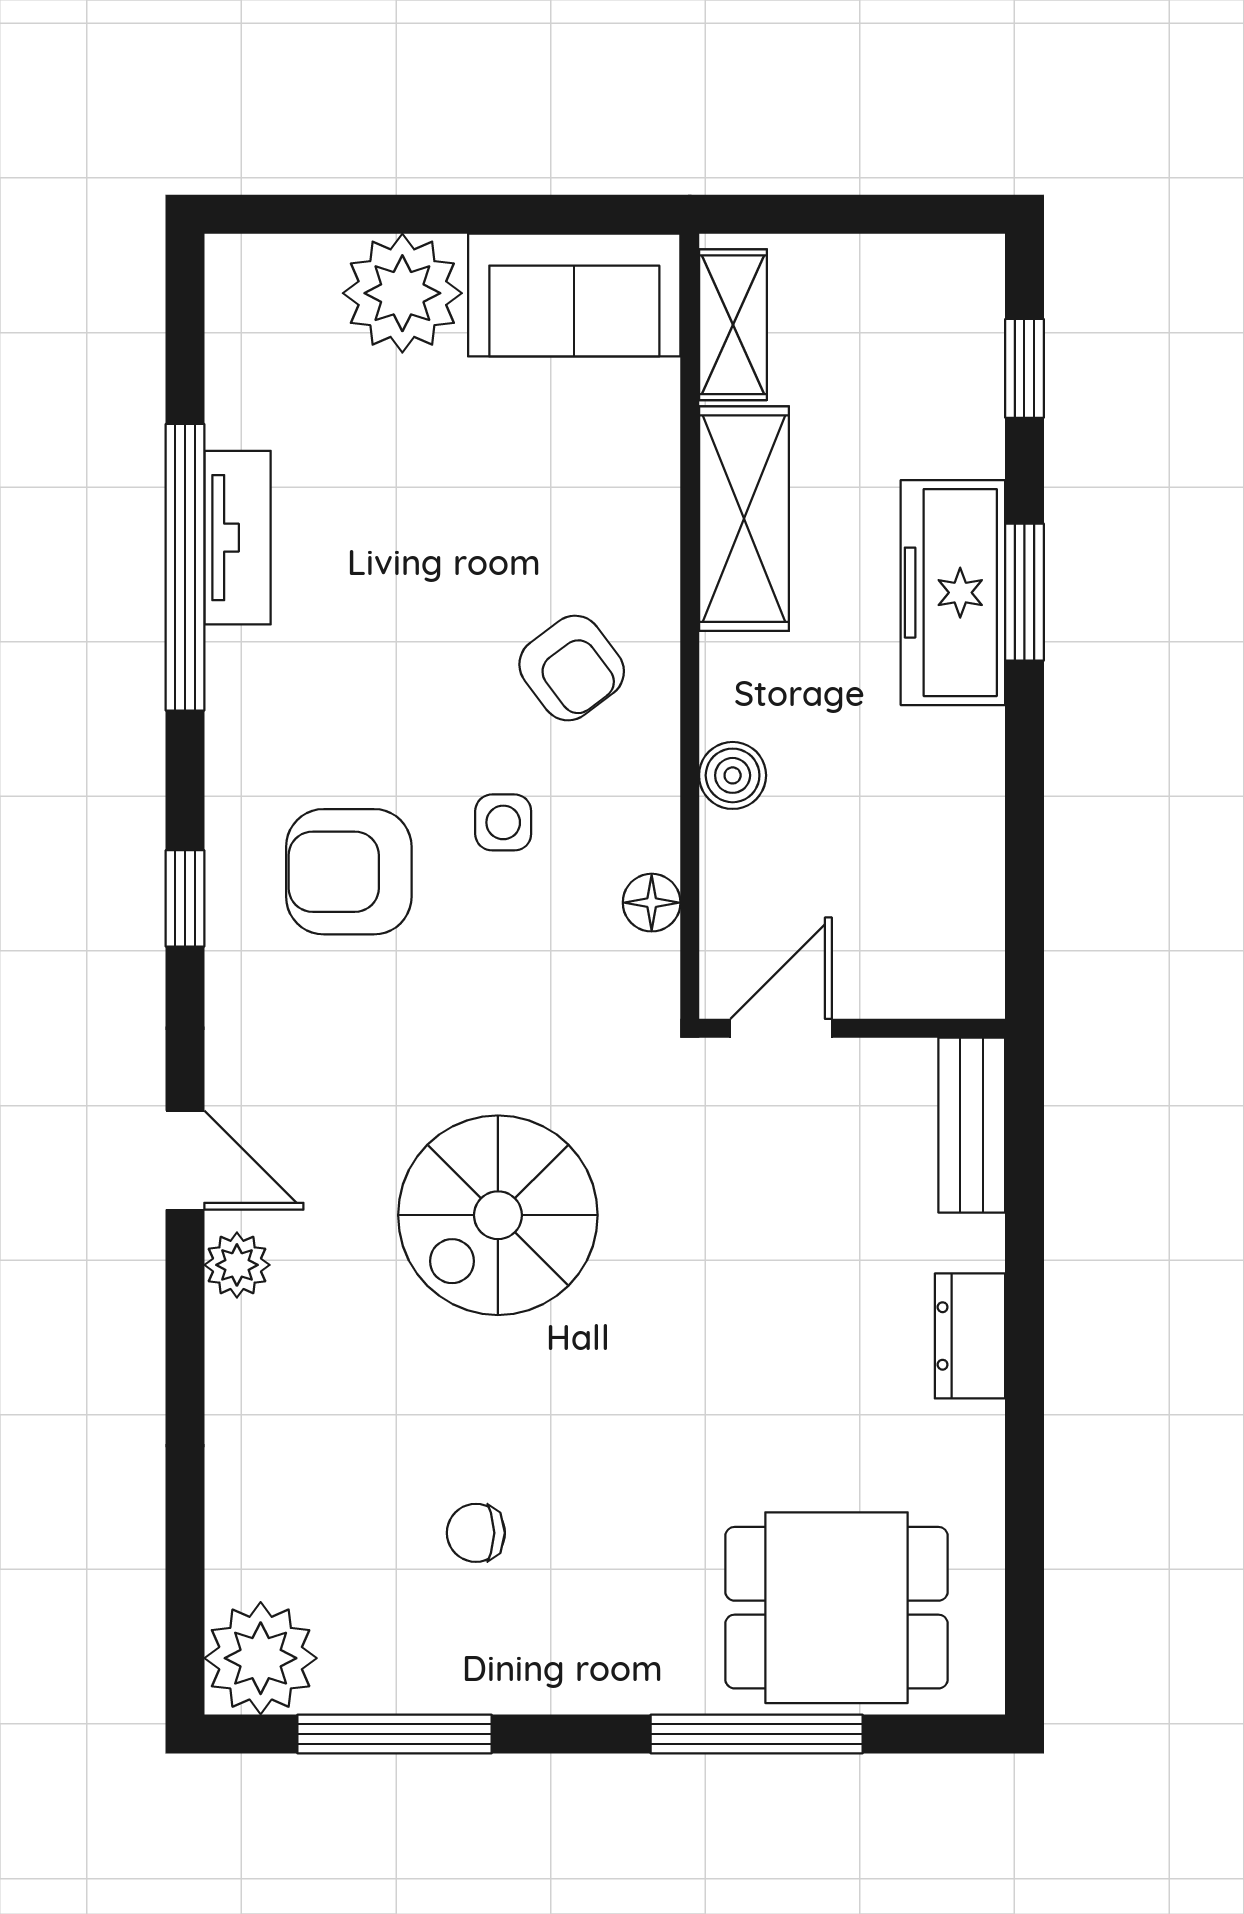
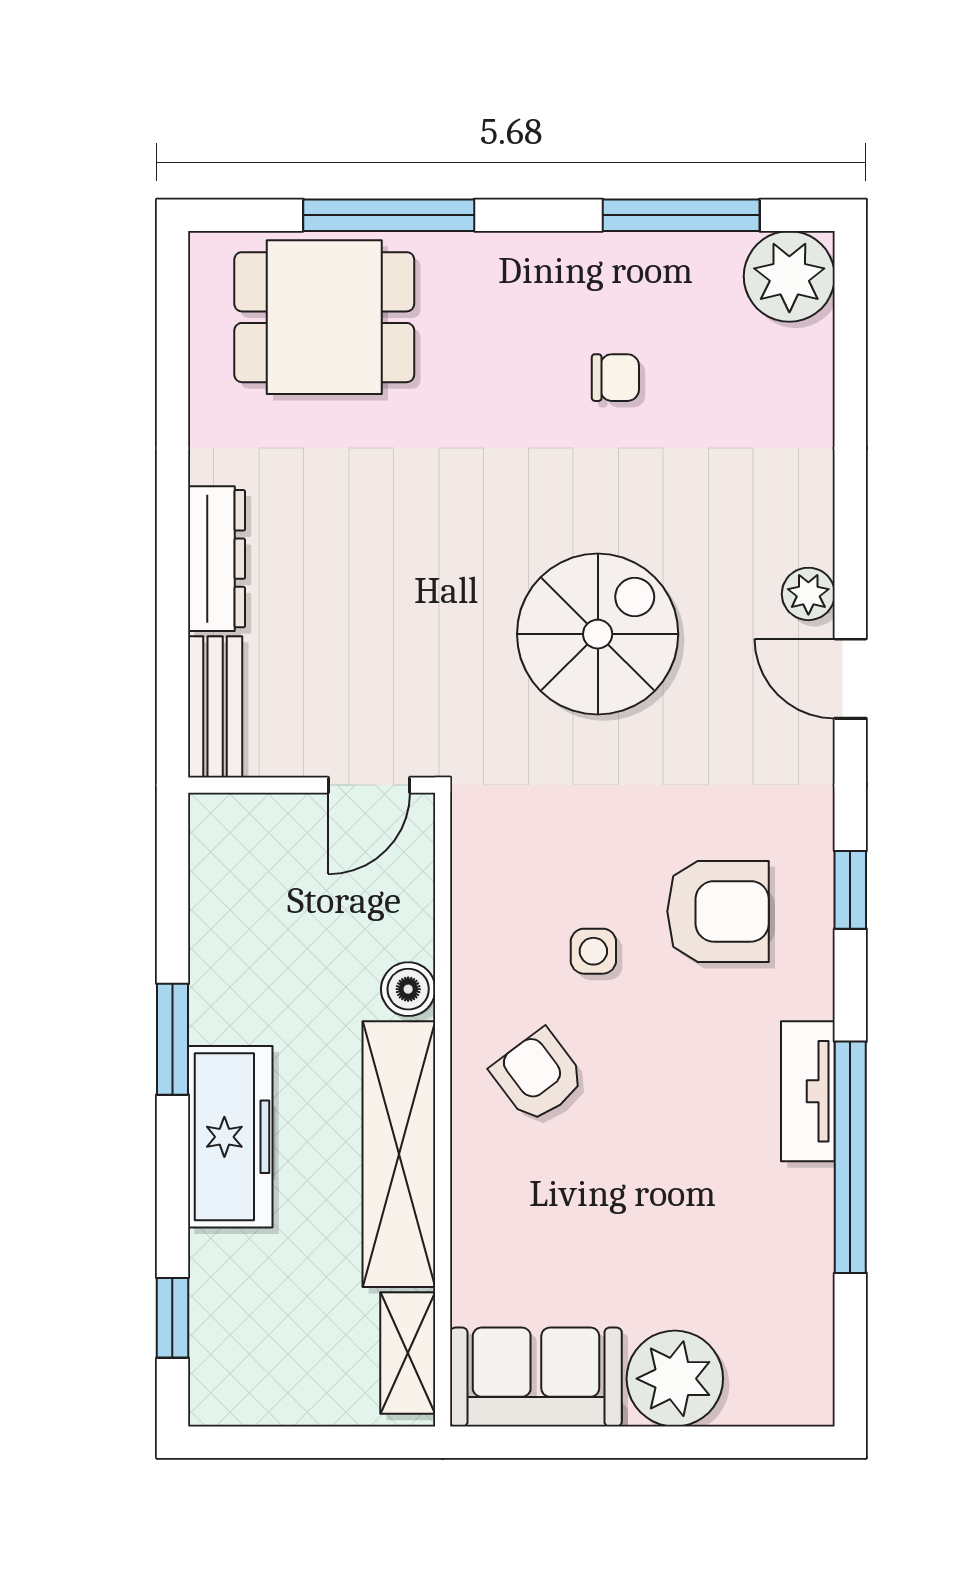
shelving: (744, 519) -> (399, 1154), width x1.47
tv unit: (237, 538) -> (808, 1091), moved
window: (1024, 592) -> (172, 1039), moved
floor lamp: (652, 903) -> (474, 886), removed
dresser: (970, 1336) -> (216, 559), width x1.44

